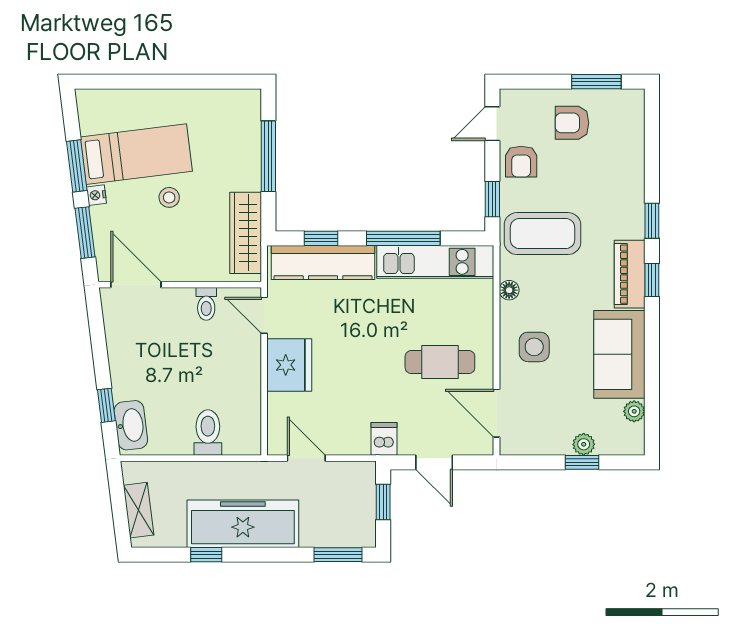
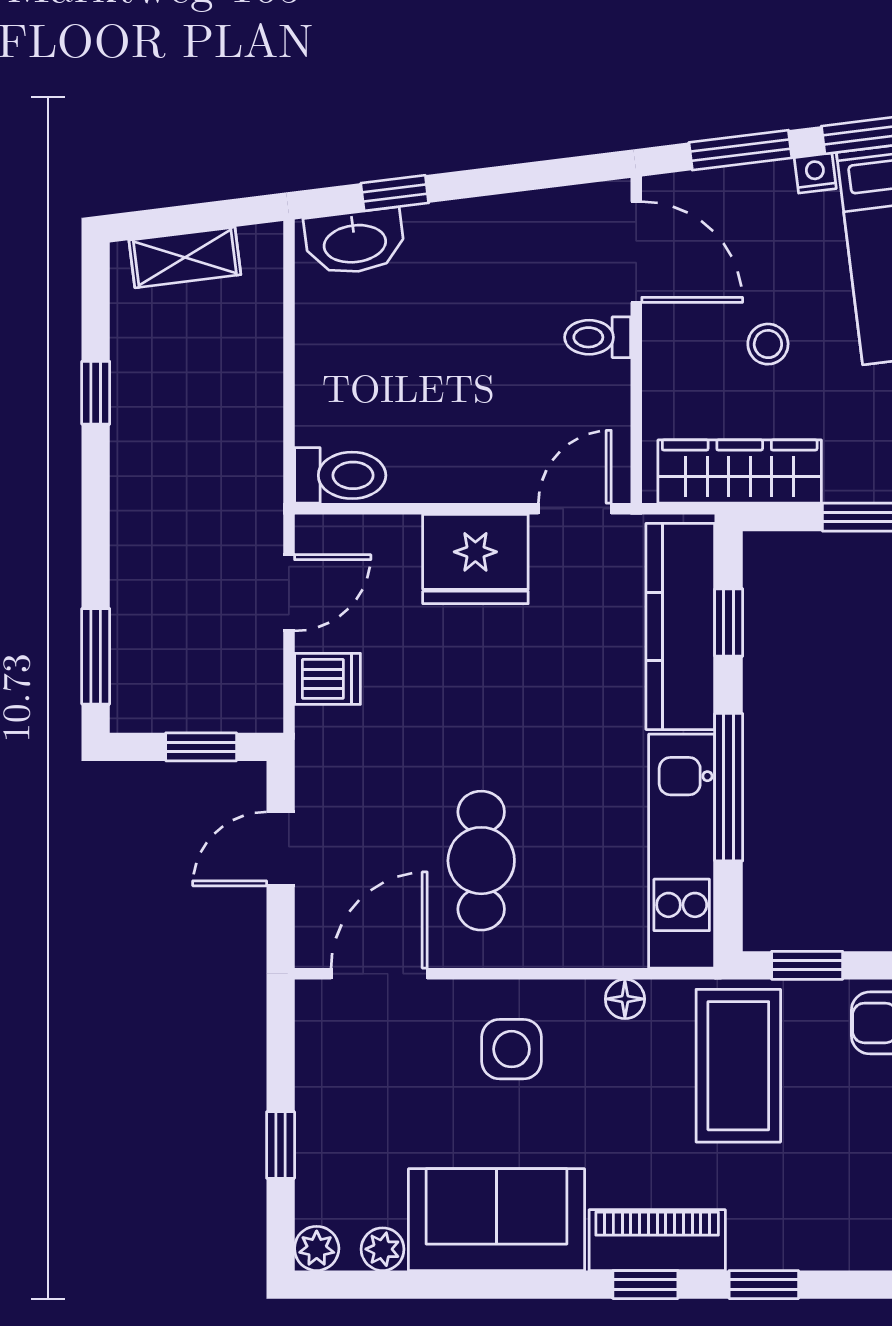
stool: (169, 197) -> (768, 344), moved
door: (136, 285) -> (636, 252), hinge flipped
toilet: (206, 304) -> (598, 337), moved
toilet: (208, 432) -> (340, 475), moved
dishwasher: (384, 439) -> (328, 679), moved
plant: (584, 444) -> (317, 1248), moved
freezer: (243, 524) -> (158, 466), removed

